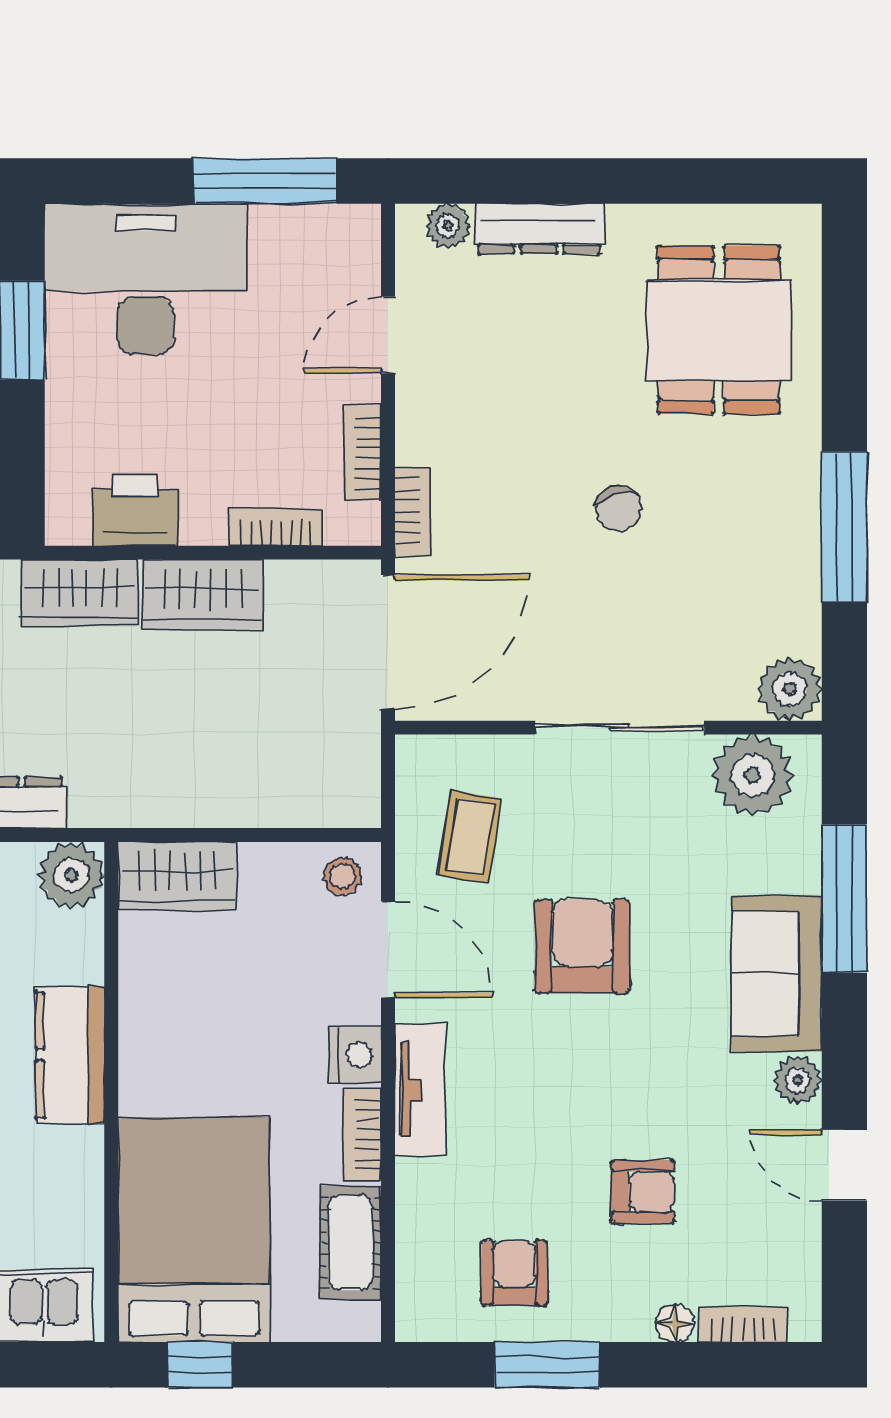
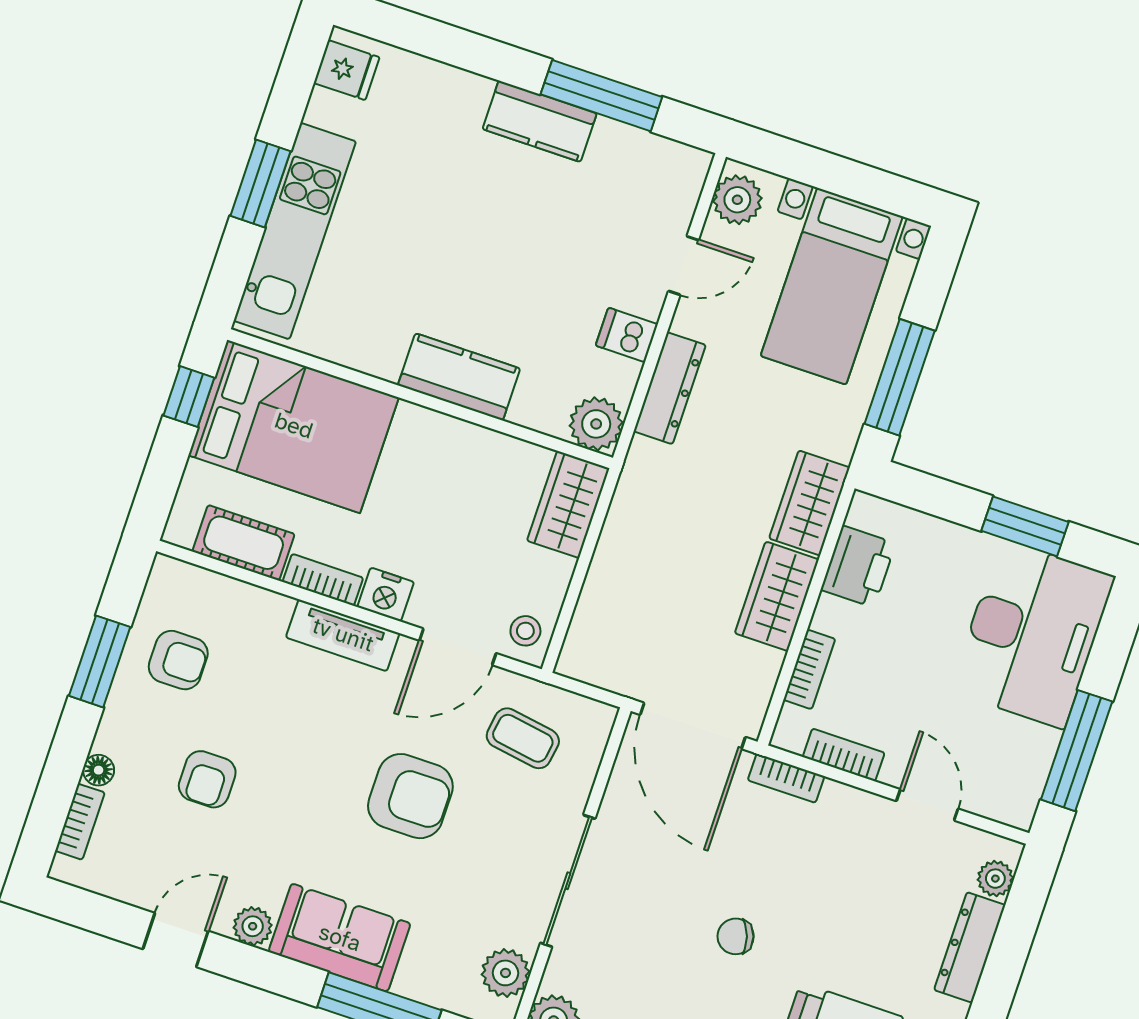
plant: (753, 775) -> (505, 973), width x0.73, depth x0.73

